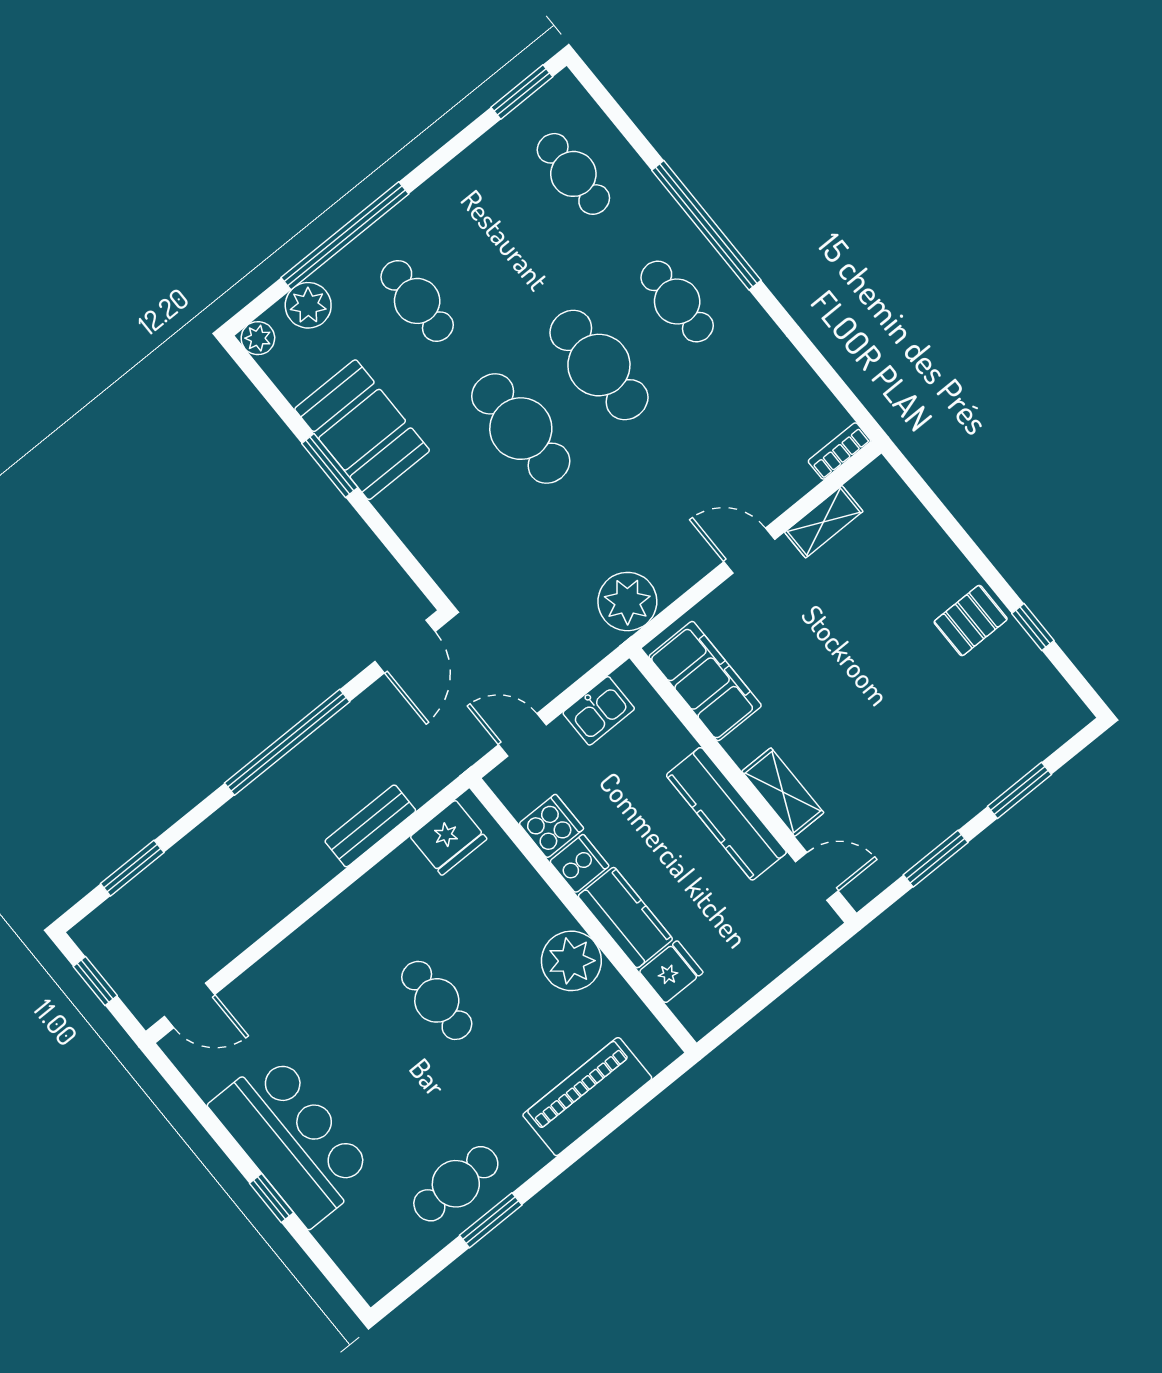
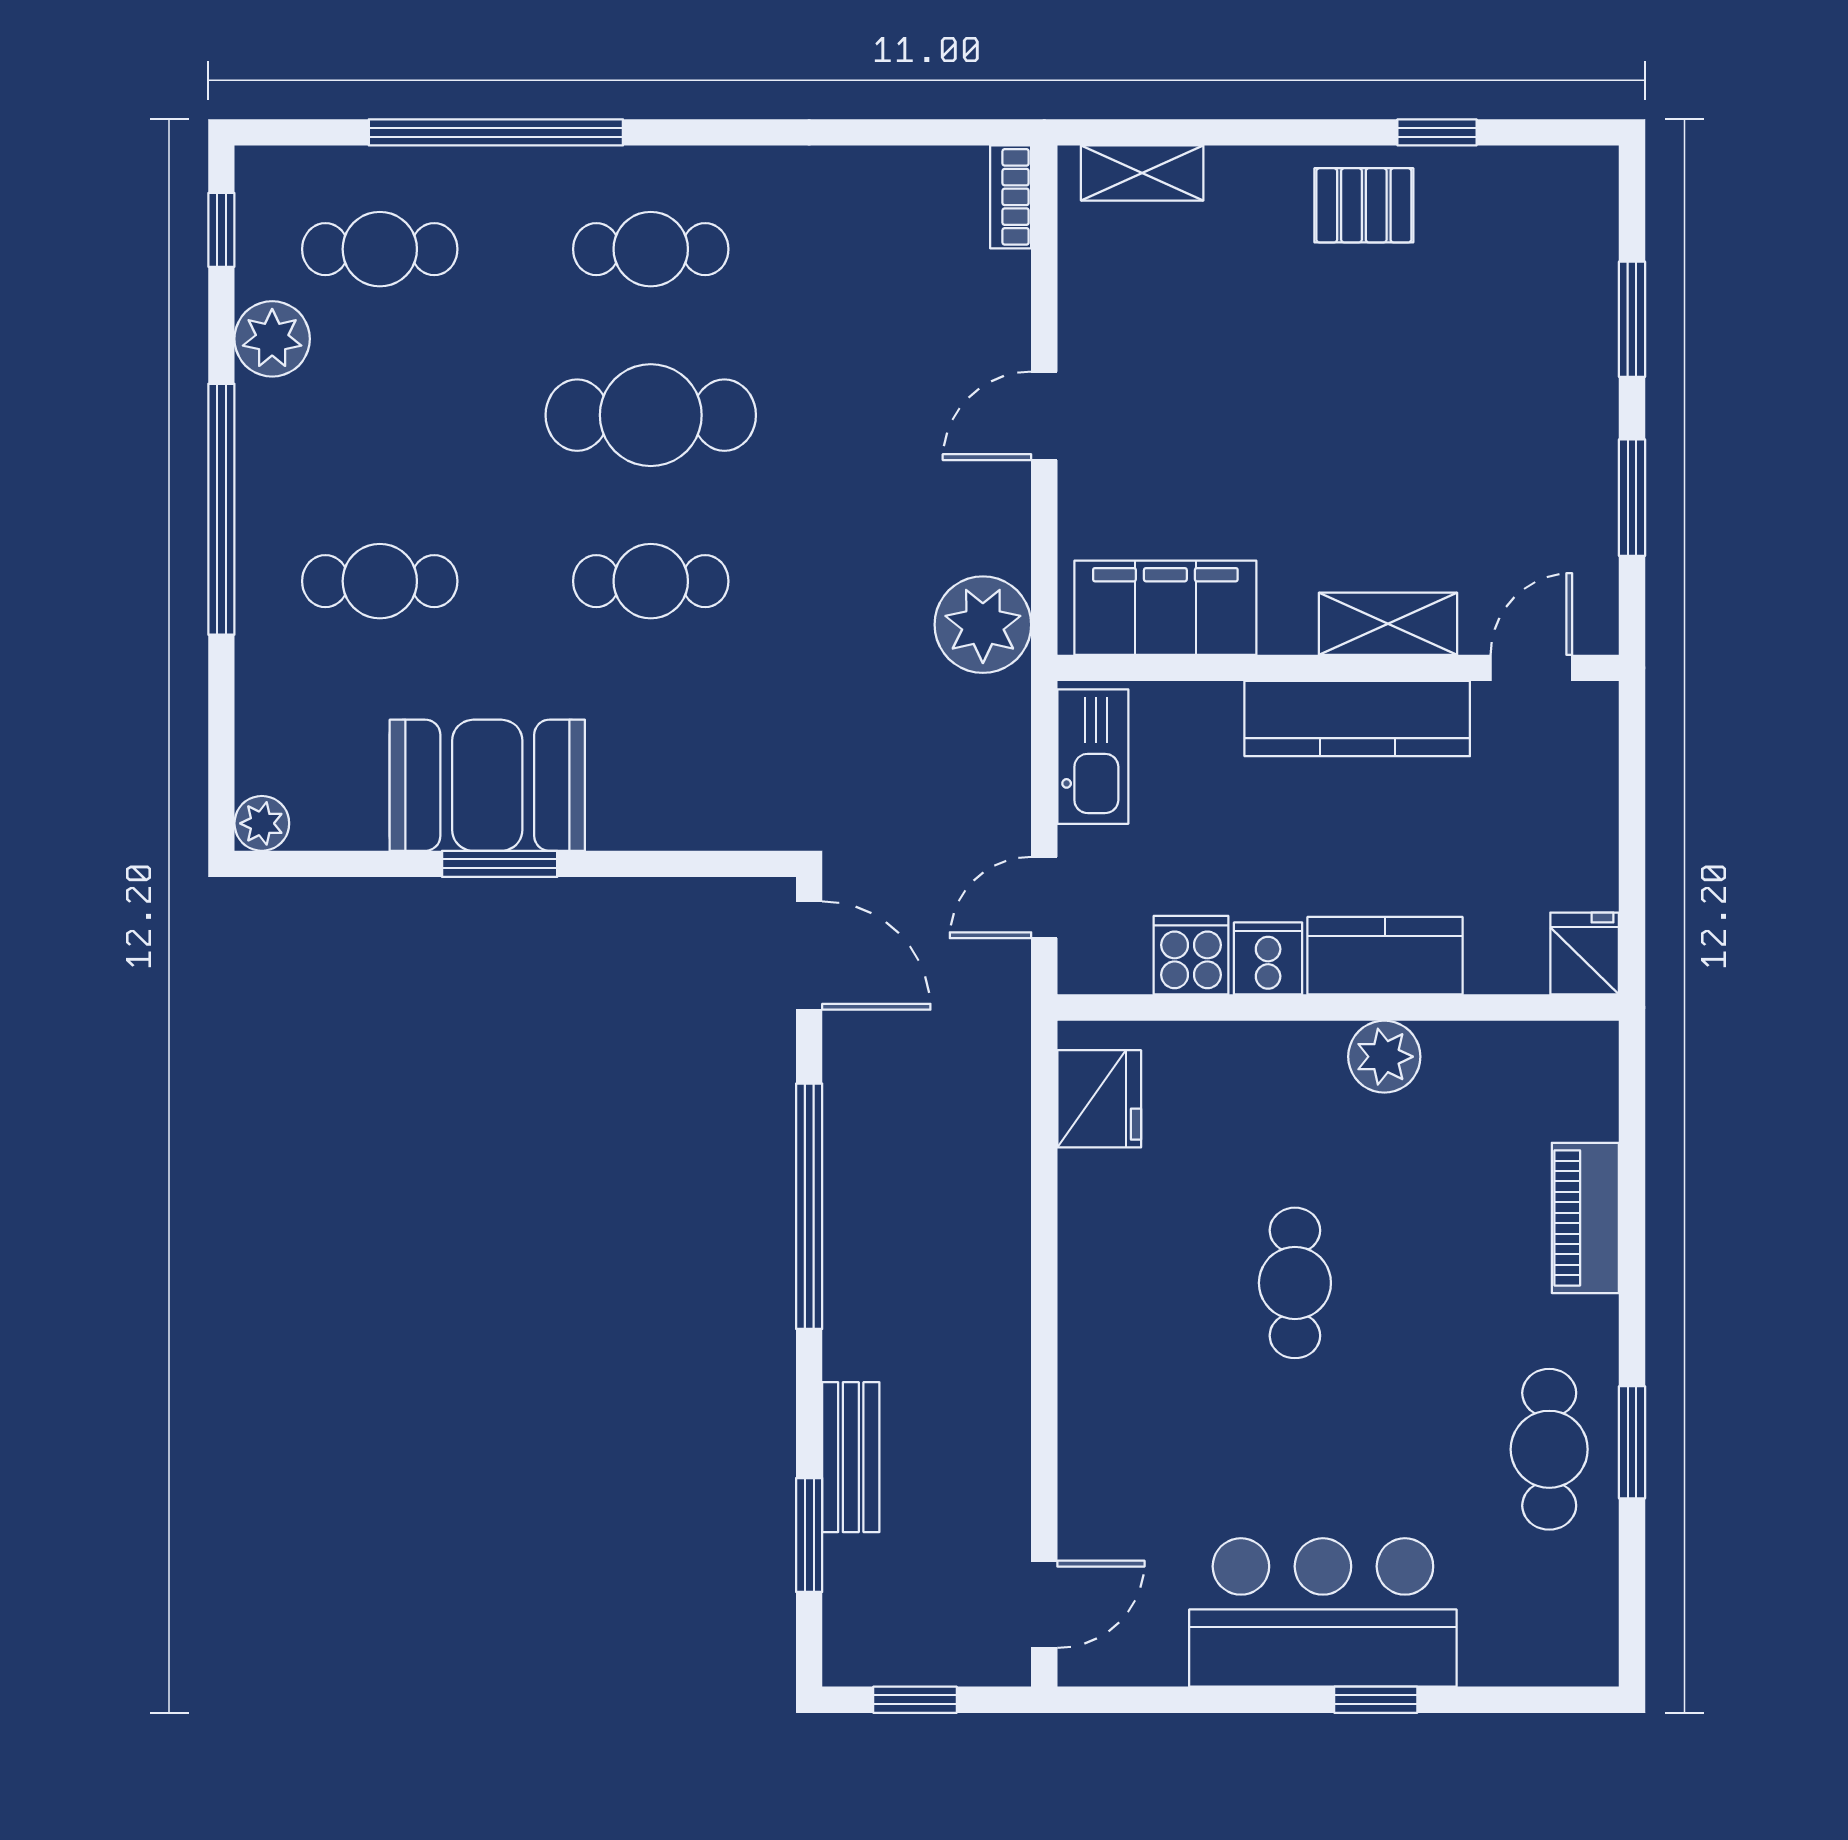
window: (522, 92) -> (221, 230), width x0.67
window: (706, 225) -> (496, 132), moved
window: (345, 236) -> (221, 509), moved
plant: (308, 305) -> (272, 339), moved
cafe table: (521, 429) -> (651, 581), width x0.73, depth x0.74
shelving: (824, 522) -> (1142, 173), moved, turned 90
pallet: (971, 620) -> (1364, 205), turned 90
kitchen sink: (599, 711) -> (1093, 757), width x1.38
bench: (370, 826) -> (851, 1457), moved
plant: (571, 961) -> (1384, 1057), width x0.73, depth x0.73
fridge: (671, 972) -> (1585, 954), moved
cafe table: (437, 1000) -> (1295, 1283), turned 90
piano: (587, 1097) -> (1585, 1218), width x0.73, depth x0.75

